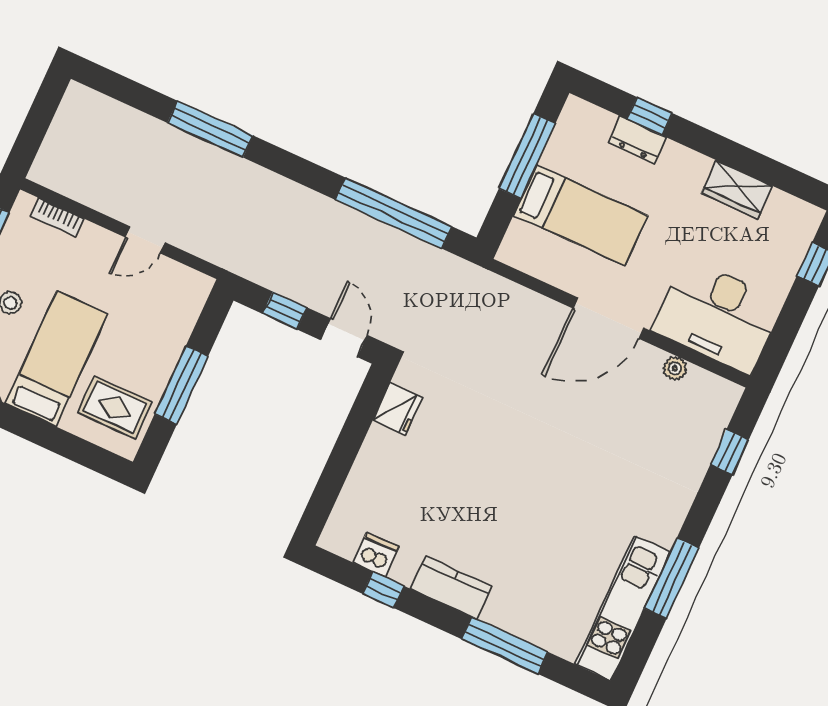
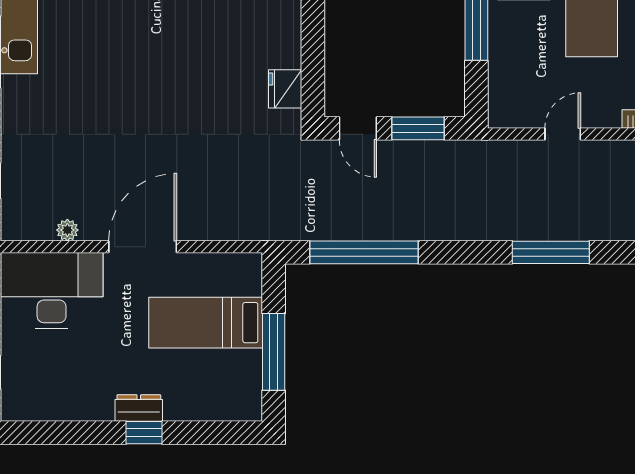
window: (650, 116) -> (144, 433), moved
dresser: (637, 140) -> (139, 408), moved
wardrobe: (737, 189) -> (84, 405), removed
window: (285, 311) -> (418, 128), width x1.50

